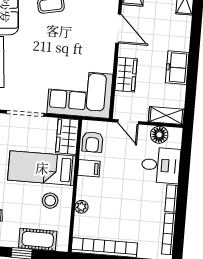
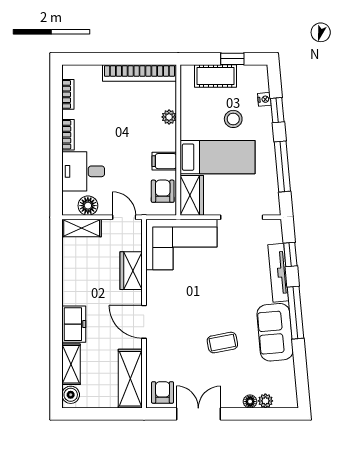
freezer: (177, 68) -> (74, 324), moved
stool: (50, 201) -> (233, 119), moved
bookcase: (169, 234) -> (68, 94), width x0.64

